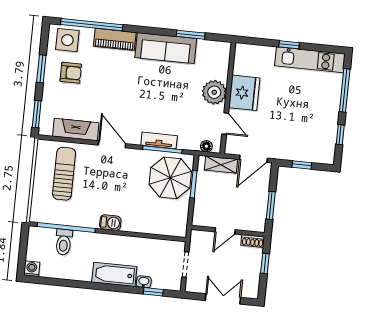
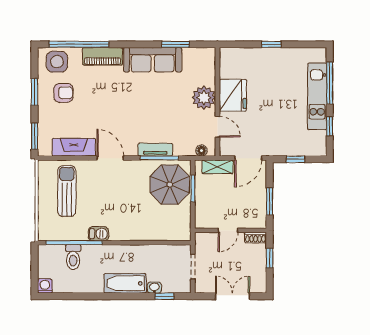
kitchen unit: (310, 60) -> (317, 96), moved, turned 90
barbecue: (110, 223) -> (98, 234), moved

